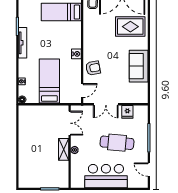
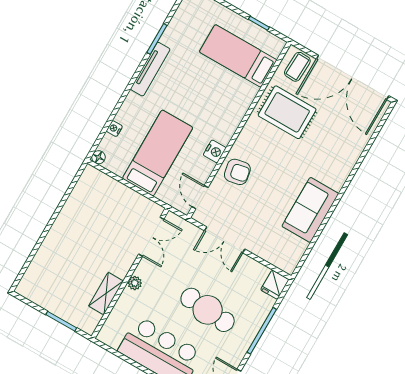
rug: (130, 27) -> (287, 112), moved
nightstand: (76, 54) -> (215, 151), moved
door: (82, 91) -> (200, 197), swing flipped
fridge: (127, 112) -> (275, 285), moved
shelving: (64, 149) -> (106, 293), moved

